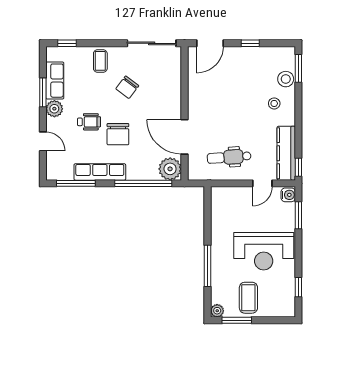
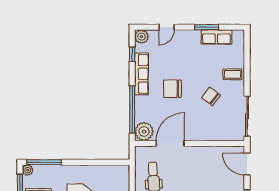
window: (67, 43) -> (247, 47), removed
plant: (54, 109) -> (142, 37), moved
wheelchair: (89, 122) -> (183, 65), removed
window: (76, 183) -> (132, 54), width x0.46
window: (208, 266) -> (44, 162), moved

